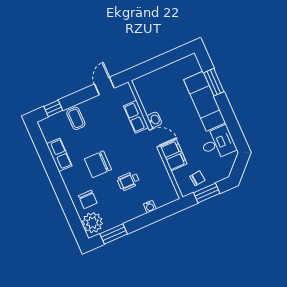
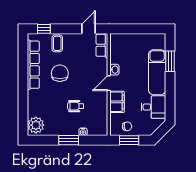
row of seats: (136, 117) -> (102, 45), moved
door: (155, 138) -> (109, 83), swing flipped
row of seats: (59, 155) -> (33, 65), width x2.02
chair: (98, 164) -> (60, 73), moved, turned 90
chair: (88, 199) -> (40, 107), removed
window: (114, 234) -> (69, 140), moved

